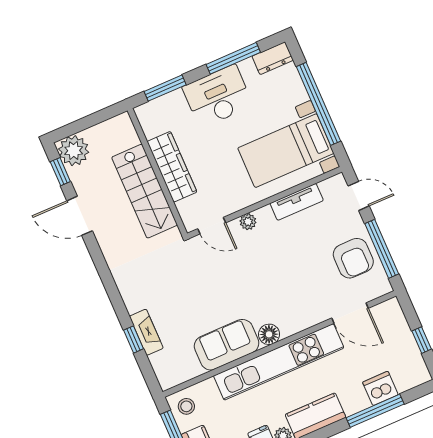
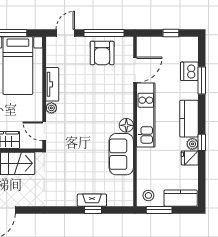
tv unit: (297, 202) -> (52, 84), moved
door: (212, 226) -> (44, 131), swing flipped
armchair: (353, 258) -> (102, 53), turned 90
kitchen unit: (279, 362) -> (146, 115), width x0.73
window: (375, 411) -> (202, 81), width x0.69

